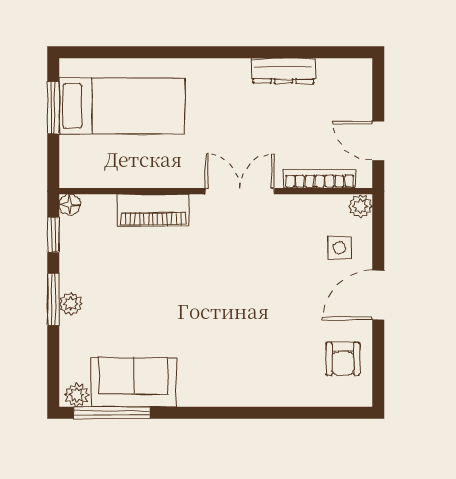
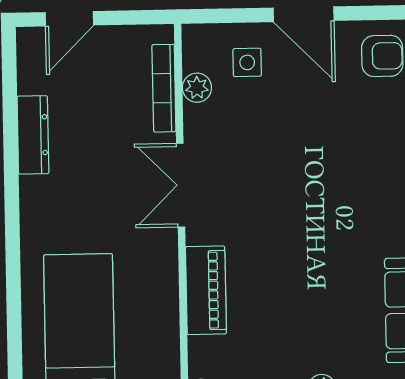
door: (378, 141) -> (69, 19), moved
plant: (360, 206) -> (197, 88), moved

